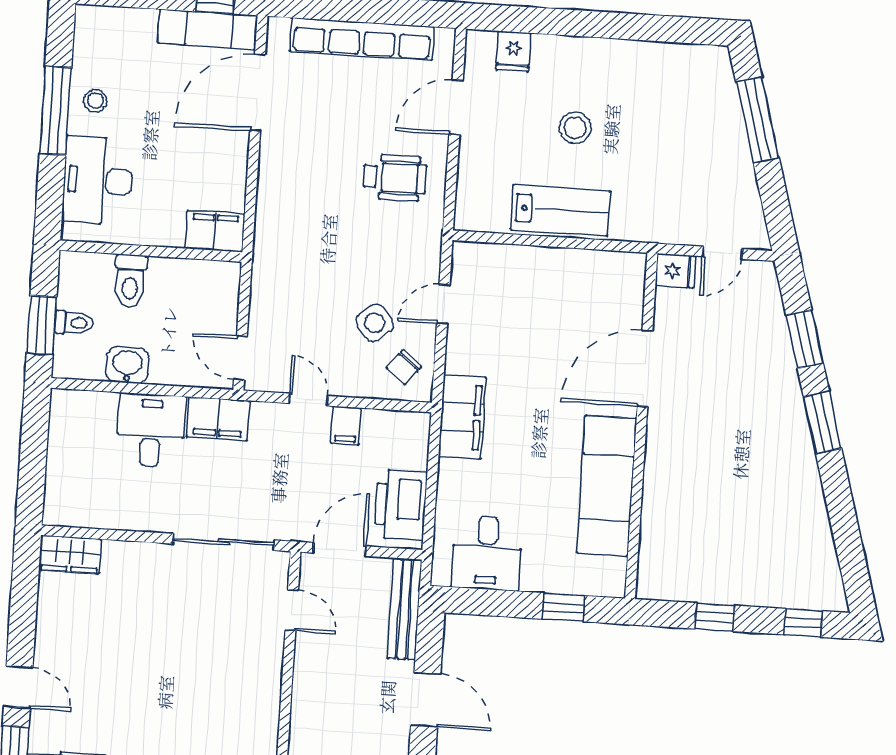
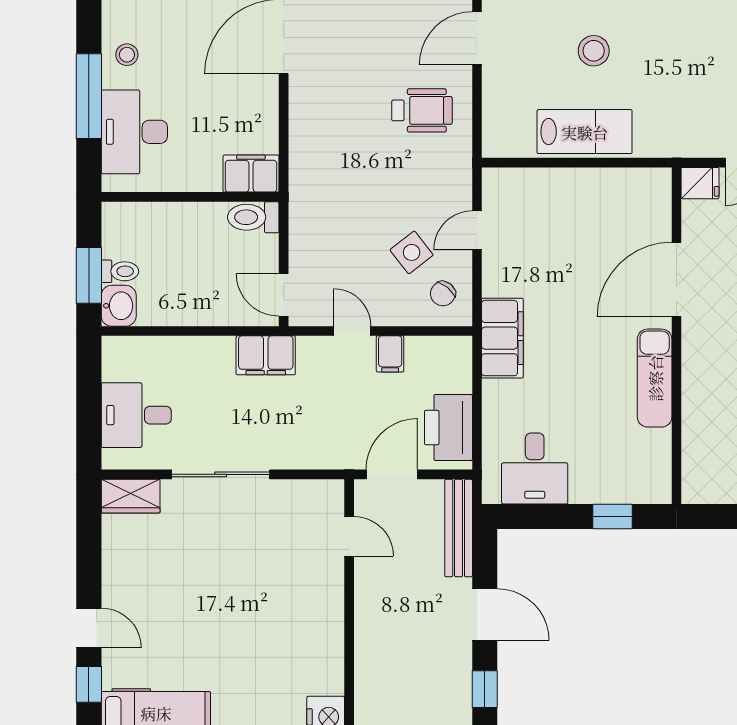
window: (55, 110) -> (89, 96), moved
toilet: (130, 281) -> (253, 217), moved, turned 90
washbasin: (127, 365) -> (119, 306), moved, turned 90
desk: (151, 430) -> (136, 415), moved, turned -90
exam couch: (607, 486) -> (655, 378), width x0.73, depth x0.69
sliding door: (224, 542) -> (221, 474), moved

